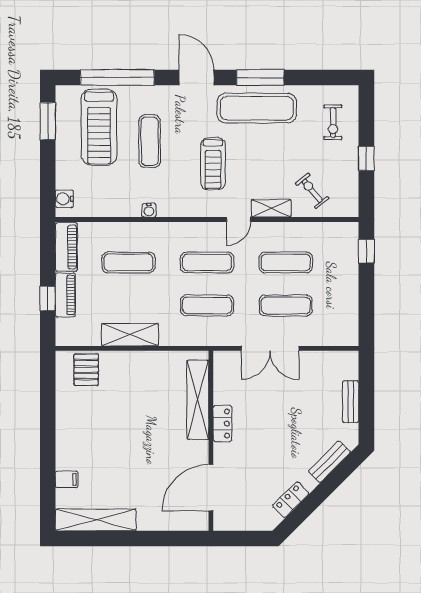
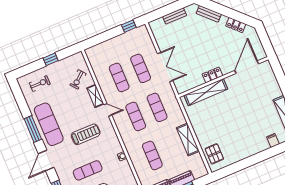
window: (366, 251) -> (129, 26), moved
pallet: (86, 370) -> (214, 154), turned 90
door: (211, 488) -> (247, 67), swing flipped

